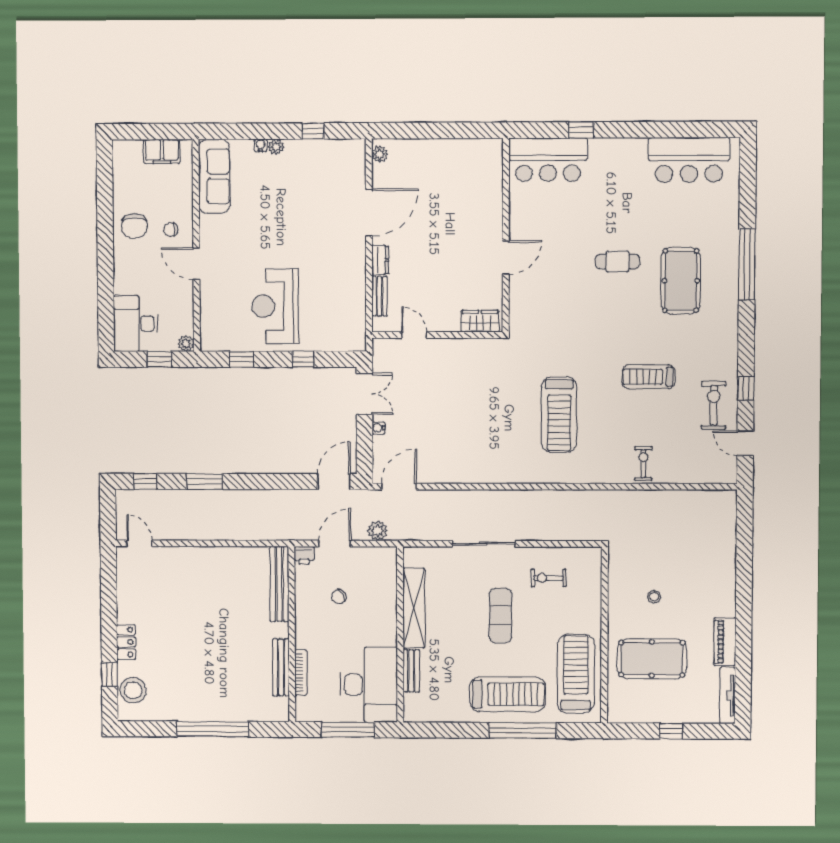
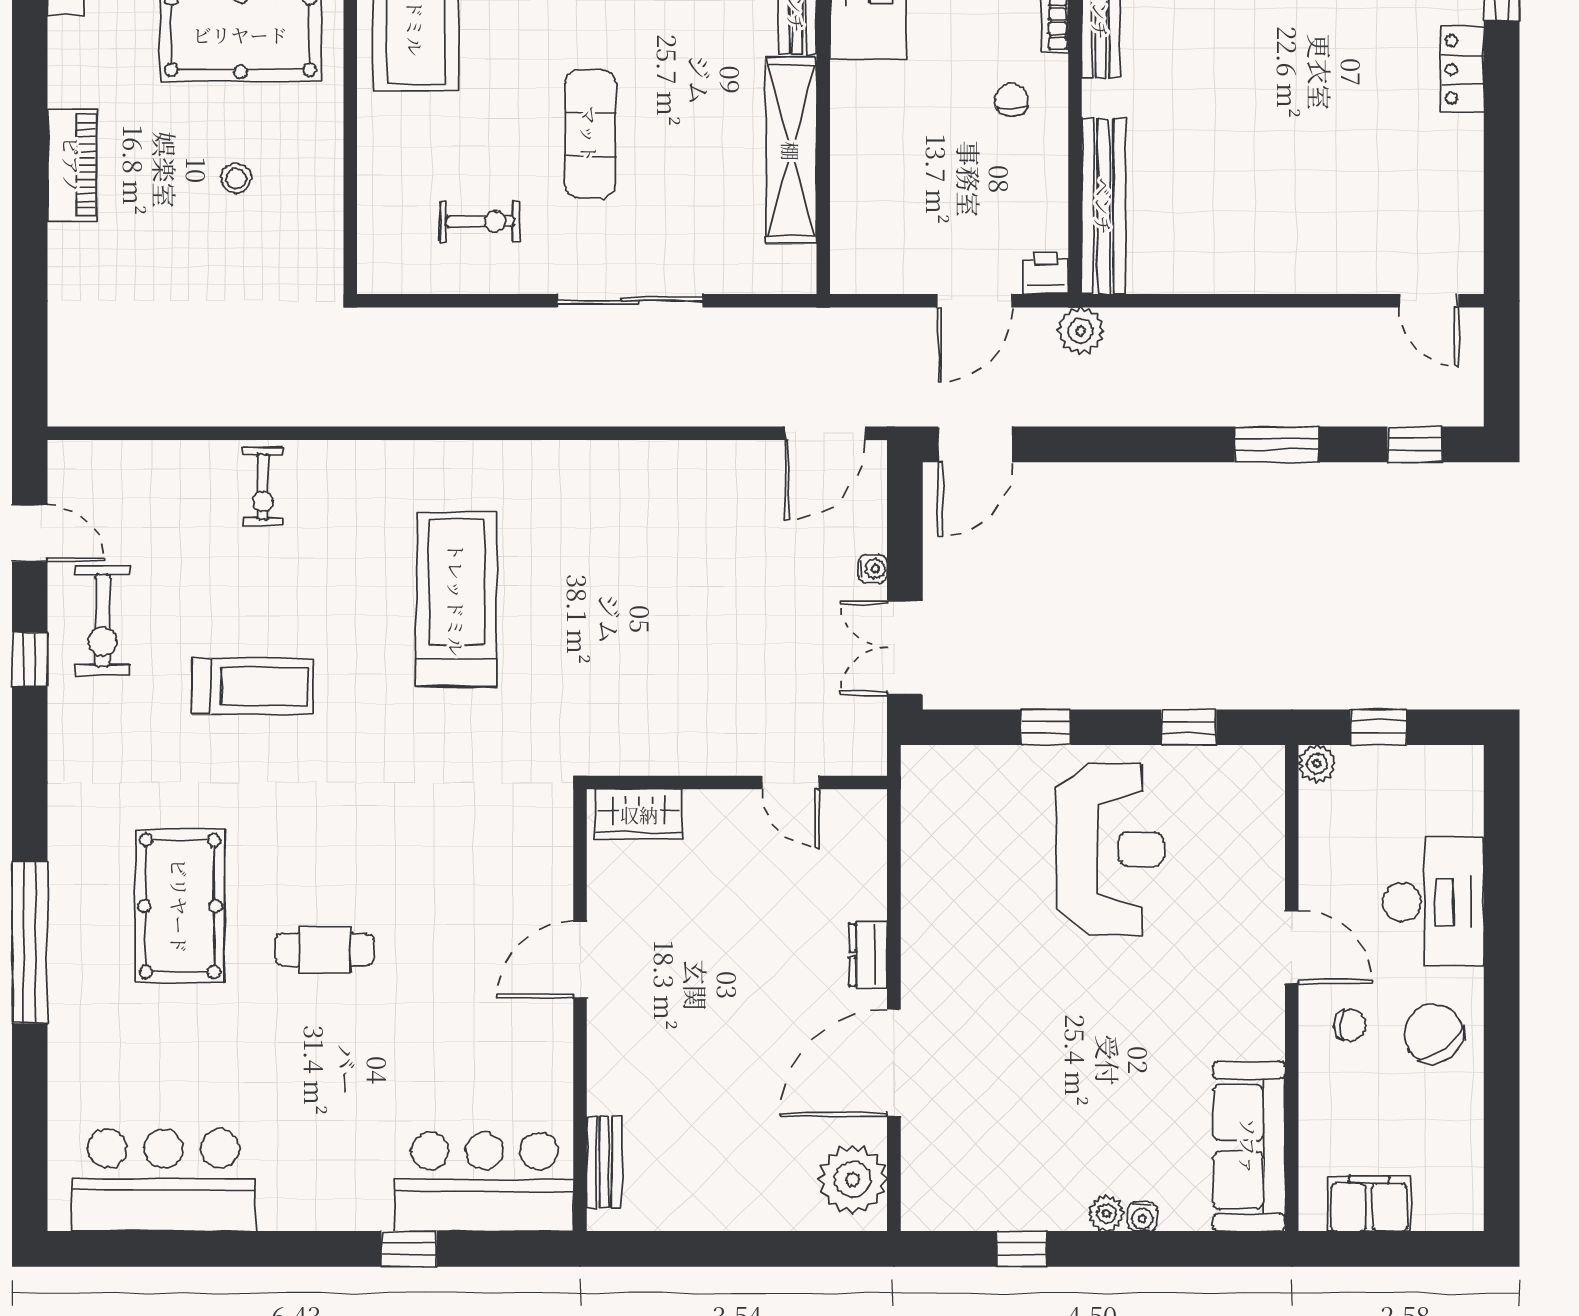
plant: (380, 154) -> (853, 1179), width x1.88, depth x1.88
chair: (134, 226) -> (1434, 1034), turned -37
bench: (380, 296) -> (604, 1162), moved
desk: (136, 324) -> (1433, 902), moved
plant: (378, 531) -> (1080, 331), moved
chair: (339, 597) -> (1011, 100), moved, turned -61
piano: (725, 642) -> (72, 165), moved

